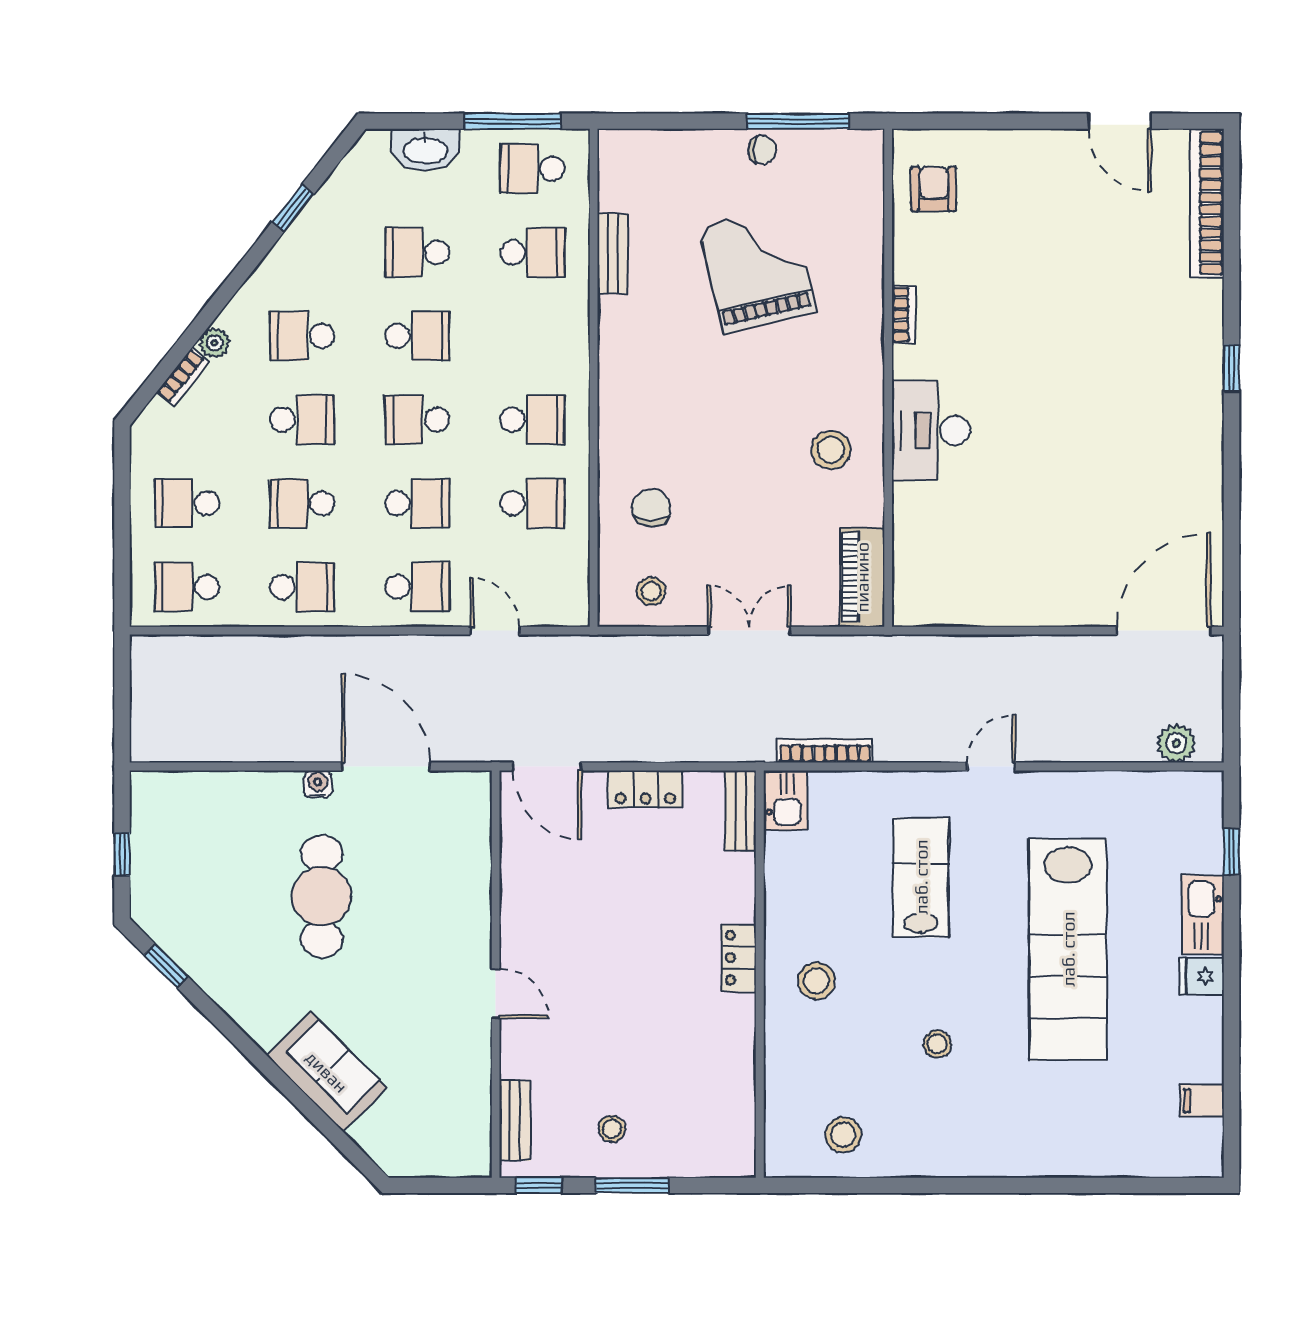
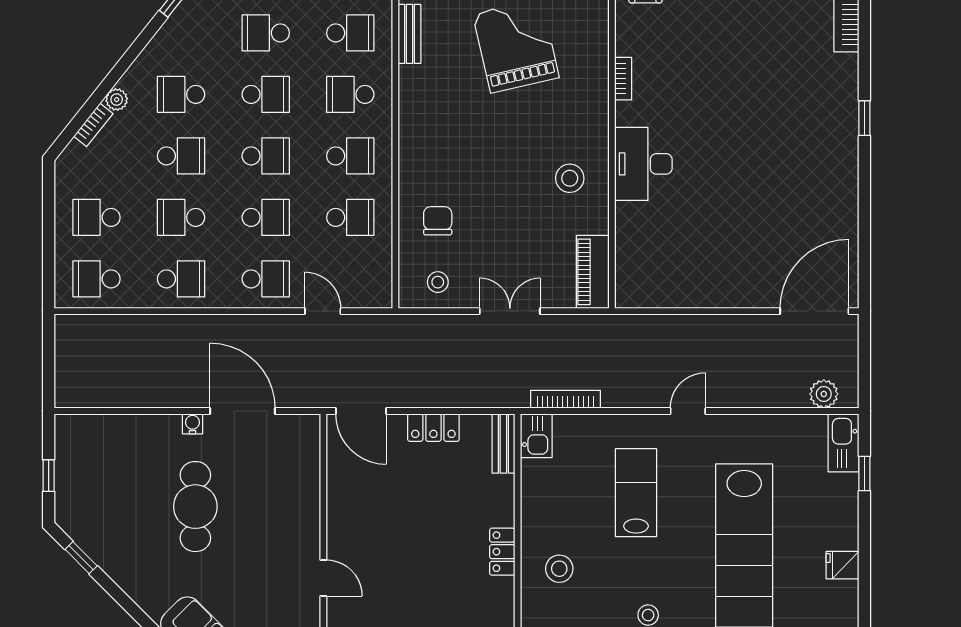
school desk: (532, 336) -> (350, 94), added
school desk: (417, 420) -> (266, 156), turned 180
kitchen sink: (1203, 915) -> (844, 443), moved

